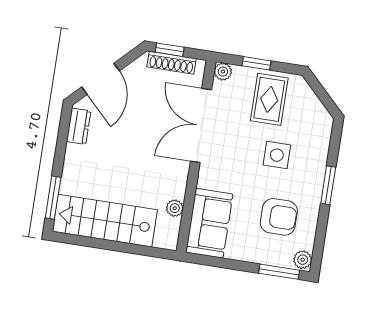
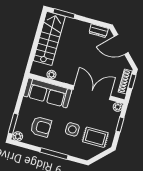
rug: (269, 99) -> (95, 137), moved
window: (328, 185) -> (54, 154), width x1.44
armchair: (279, 217) -> (41, 127), turned -90
sofa: (209, 223) -> (48, 93), width x1.36

